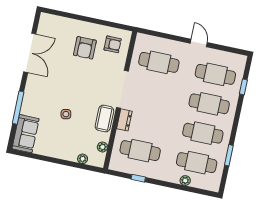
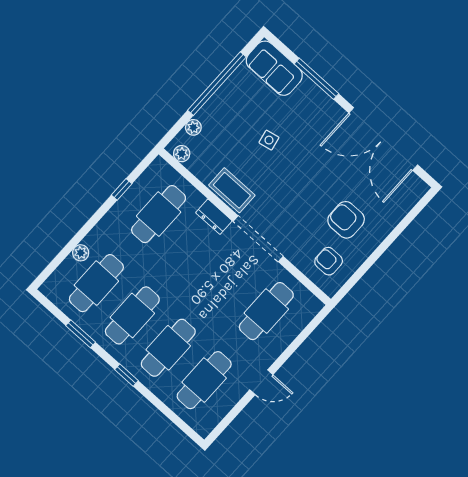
armchair: (113, 44) -> (329, 261), turned 90
double door: (30, 53) -> (383, 139), width x1.36
window: (243, 87) -> (126, 375), moved
plant: (102, 147) -> (182, 154), moved
window: (52, 160) -> (217, 84), added

